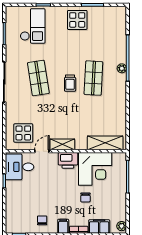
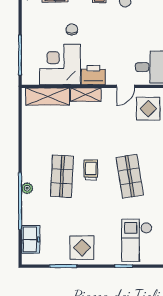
freezer: (119, 27) -> (31, 239), added
shelving: (62, 144) -> (86, 95), moved

